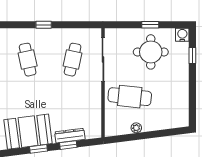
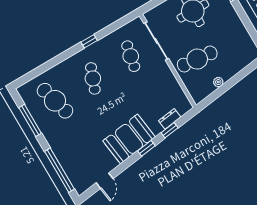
cafe table: (28, 60) -> (93, 78), turned 33
dresser: (70, 136) -> (170, 119), width x0.70

